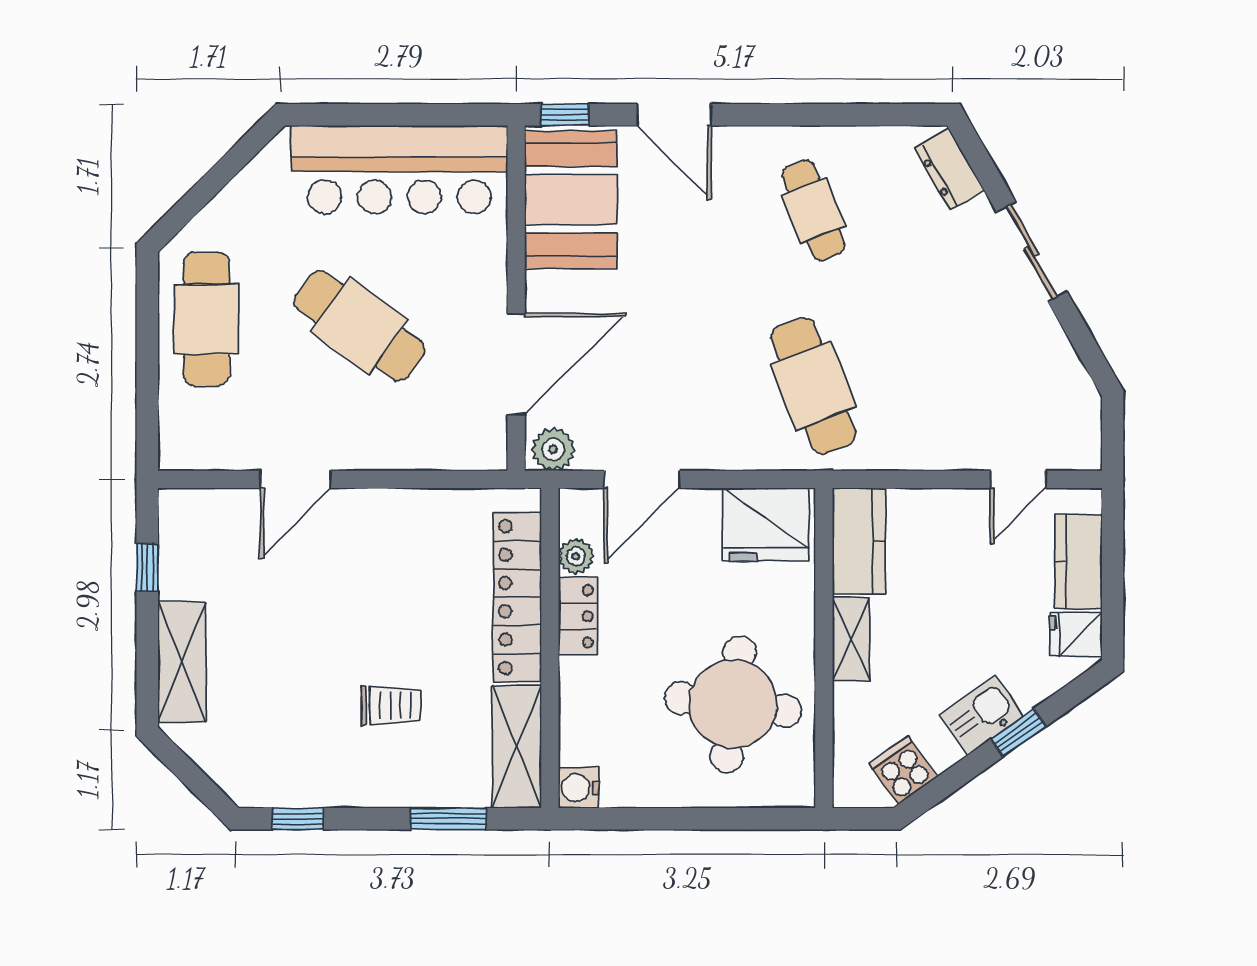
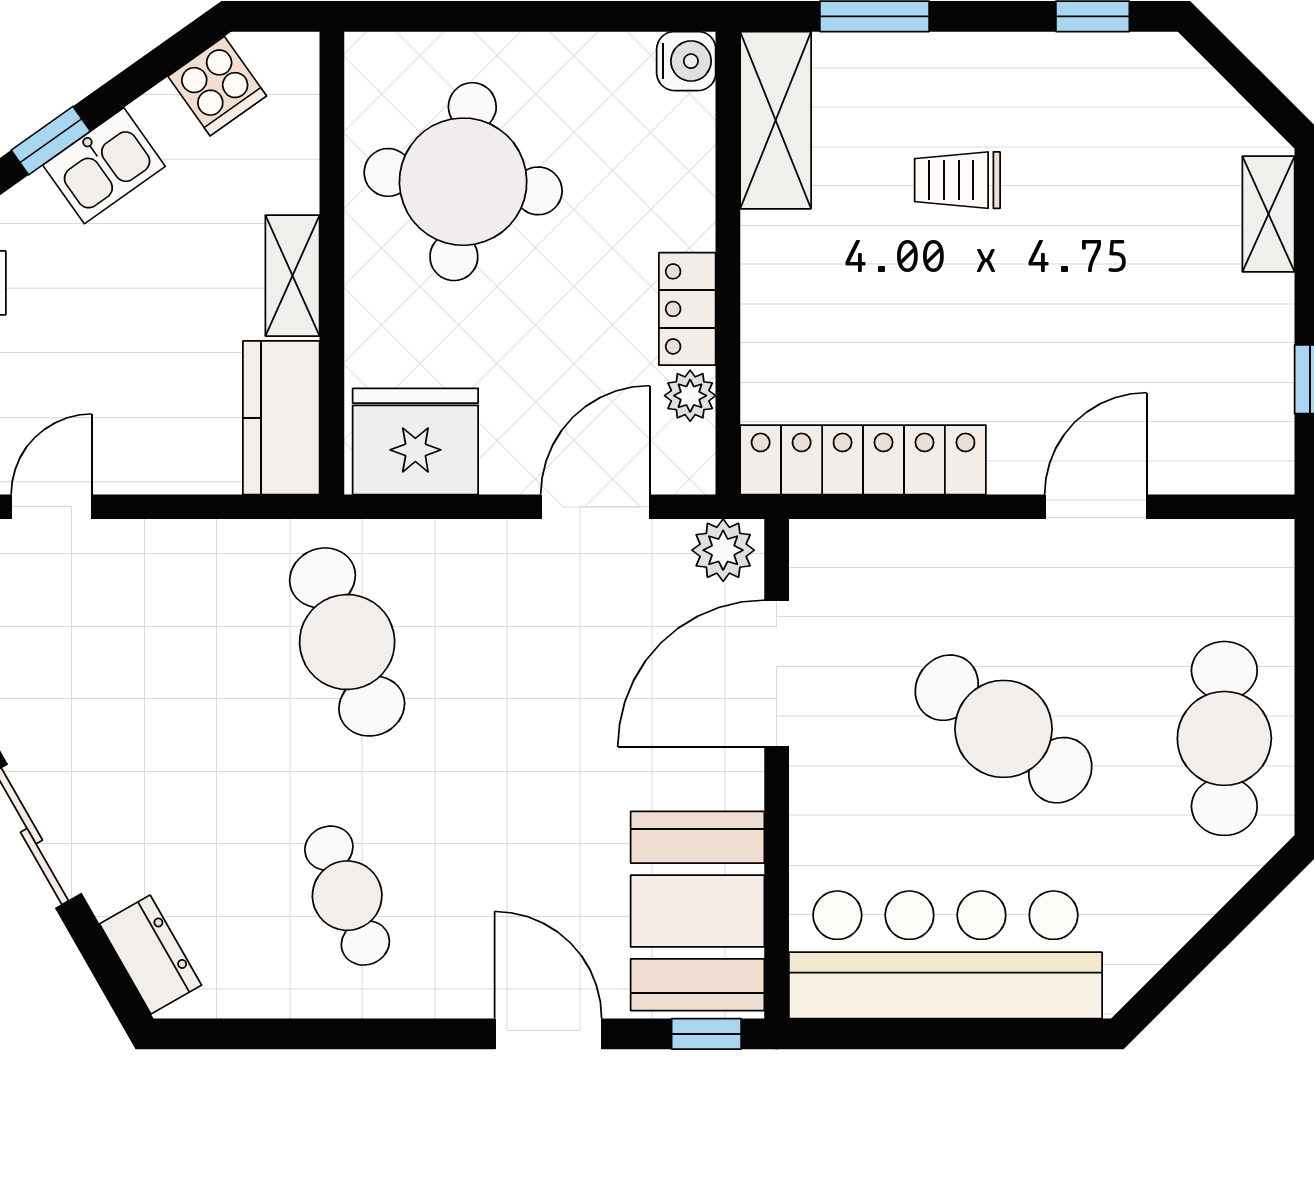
locker: (517, 597) -> (863, 460), moved, turned -90
shelving: (182, 662) -> (1268, 214), width x0.67, depth x0.75

